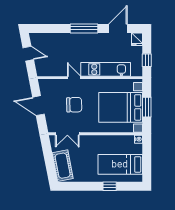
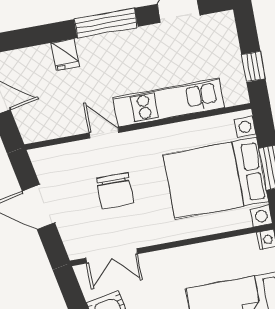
fridge: (137, 39) -> (65, 55), moved
chair: (74, 105) -> (115, 191), turned 91

